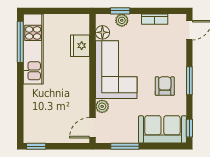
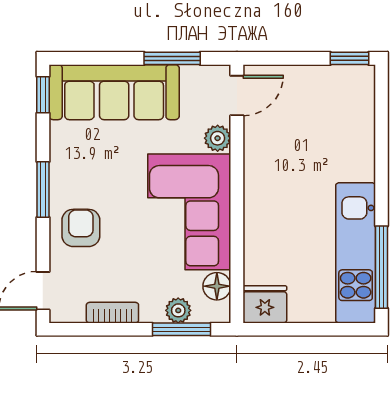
window: (120, 11) -> (181, 329), width x1.50
fridge: (80, 46) -> (265, 304), moved, turned -90
armchair: (165, 86) -> (81, 228), moved, turned 180
sofa: (162, 129) -> (114, 92), width x1.36

